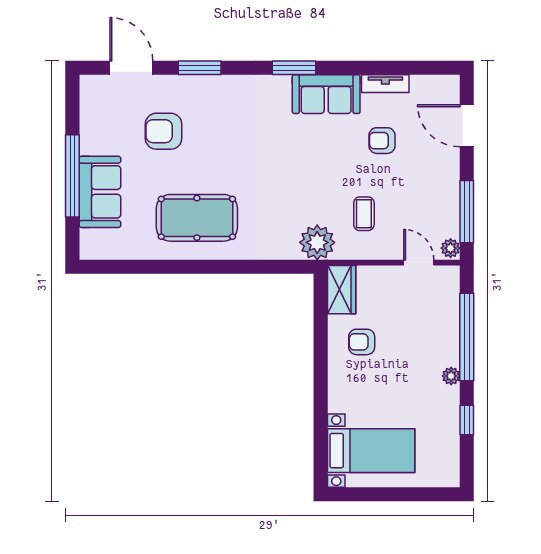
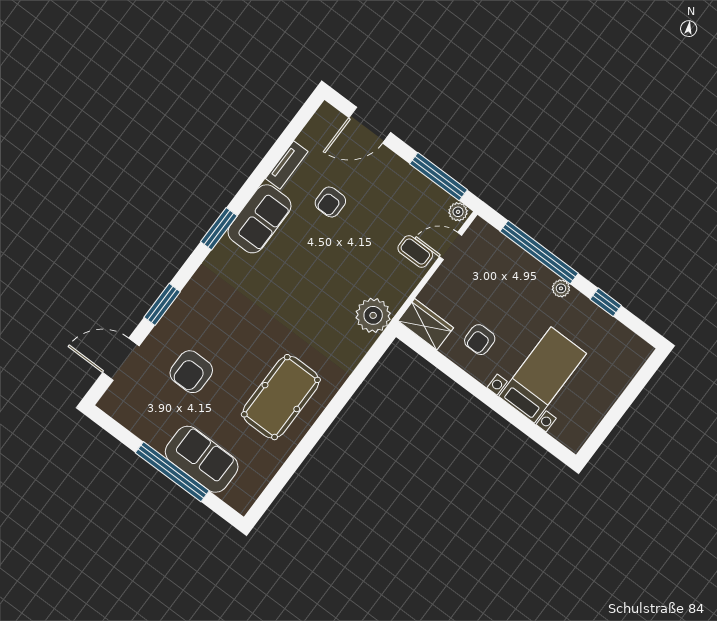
coffee table: (364, 214) -> (415, 252), moved
bed with nightstands: (371, 451) -> (543, 375), moved

